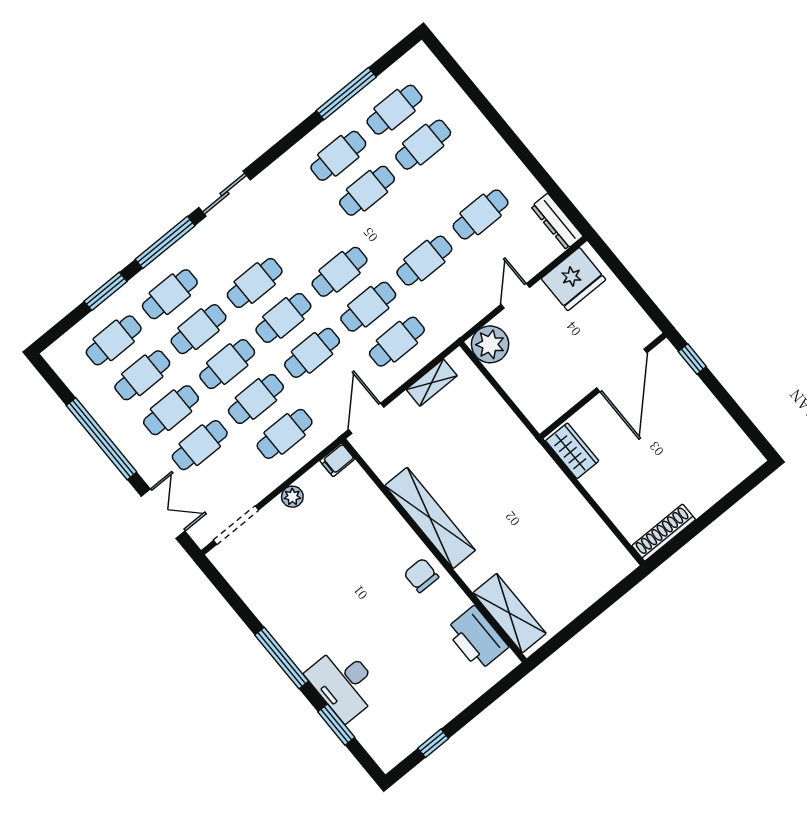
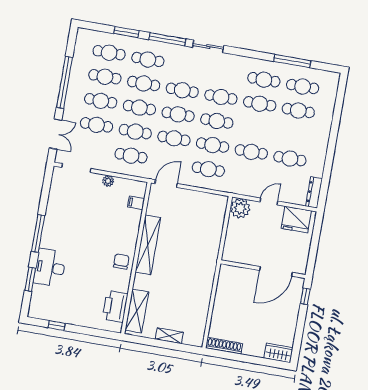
cafe table: (311, 237) -> (221, 97), added
shelving: (432, 383) -> (169, 336), moved
wardrobe: (572, 451) -> (278, 353), moved, turned -90
filing cabinet: (337, 460) -> (136, 203), moved

